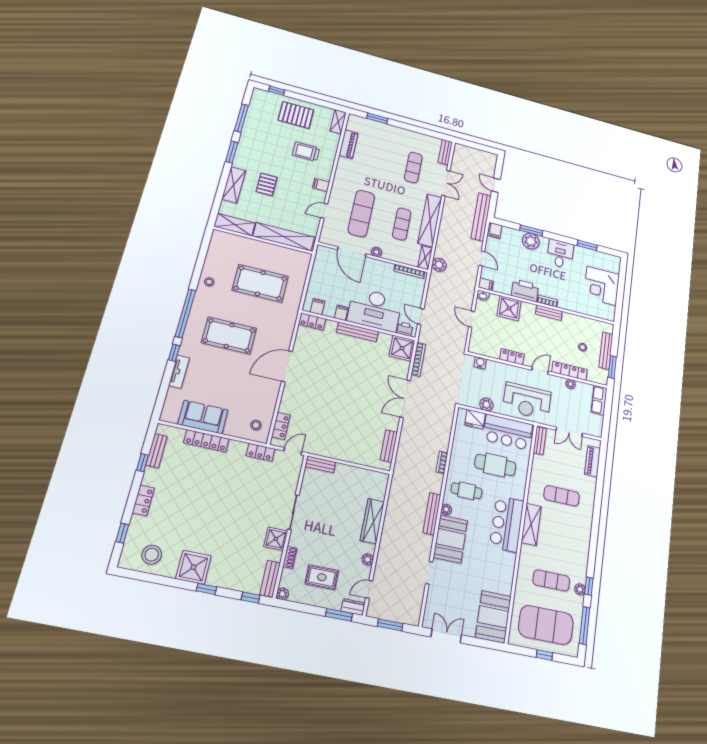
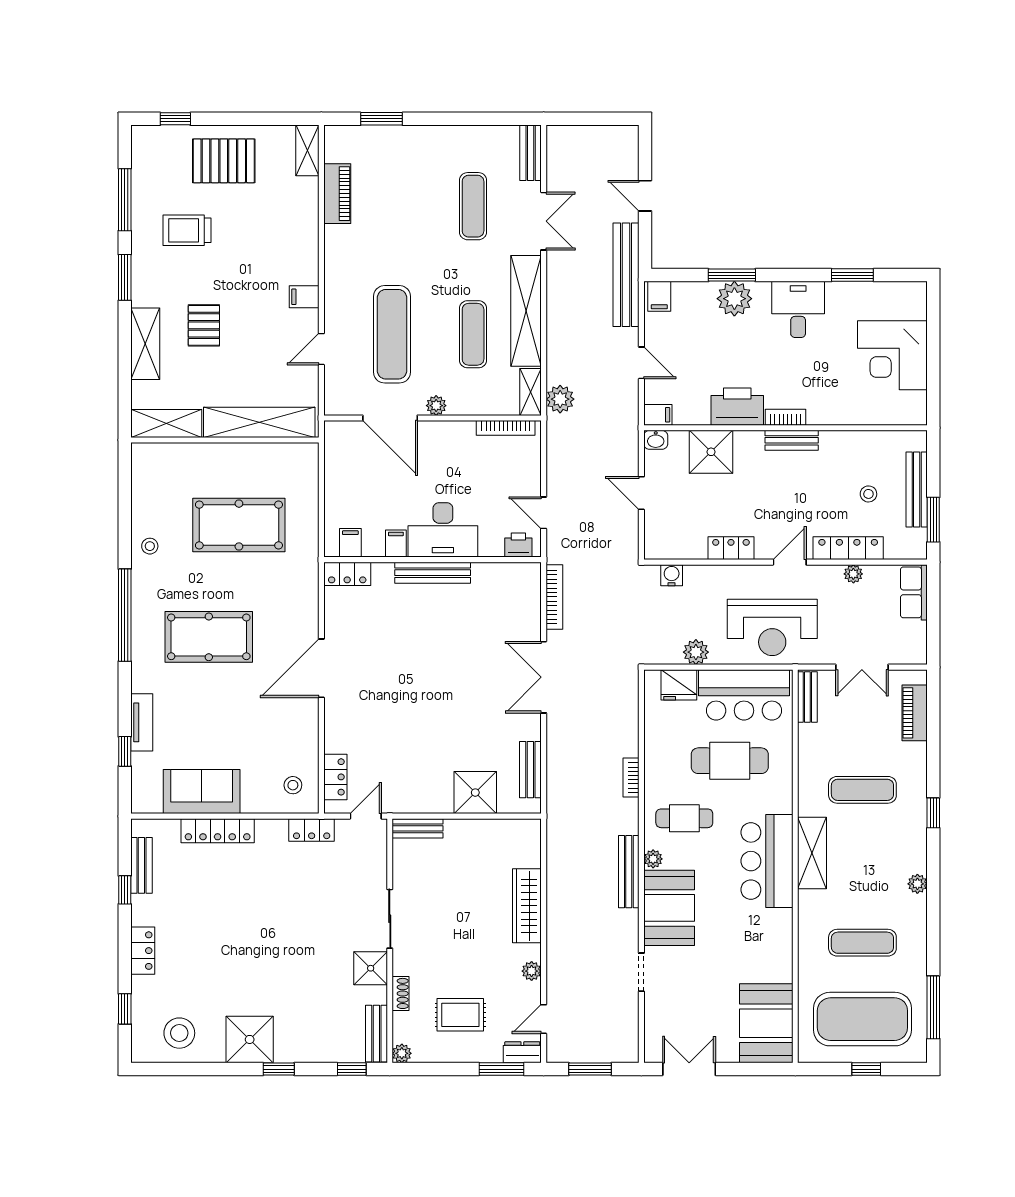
trolley: (306, 152) -> (187, 230), moved
desk: (375, 310) -> (443, 530), width x0.73, depth x0.77
shower: (402, 348) -> (475, 793), moved
window: (174, 353) -> (125, 751), moved
window: (589, 586) -> (933, 813), moved
plant: (580, 589) -> (917, 884), moved

